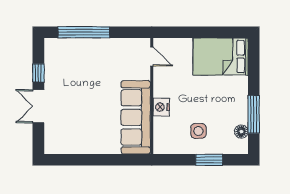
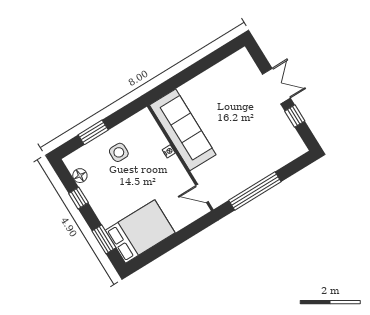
window: (84, 32) -> (255, 191), moved
window: (254, 68) -> (104, 239), added
nightstand: (161, 107) -> (169, 151), width x0.53, depth x0.56
window: (254, 114) -> (78, 198), width x0.46

